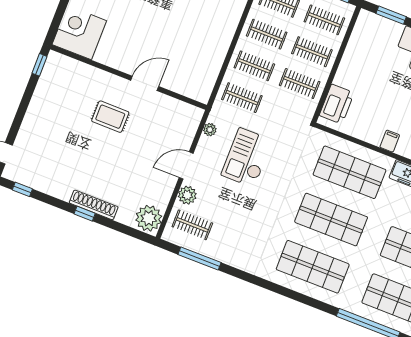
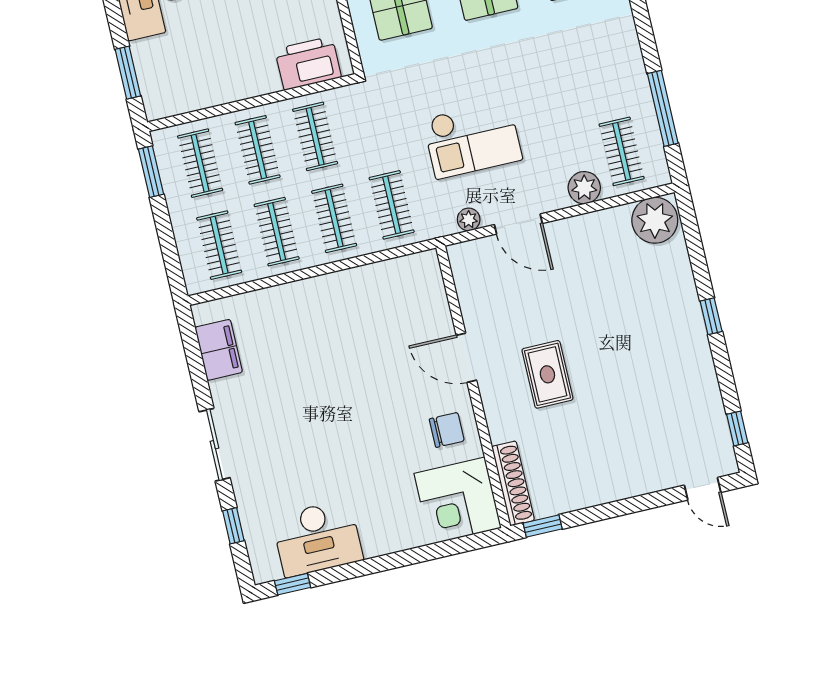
chair: (117, 50) -> (447, 430), added
door: (186, 165) -> (518, 224), moved
shoe rack: (94, 205) -> (513, 483), moved, turned 180

